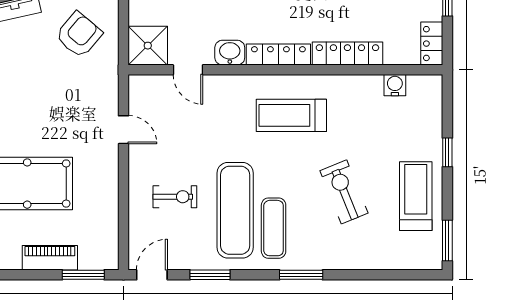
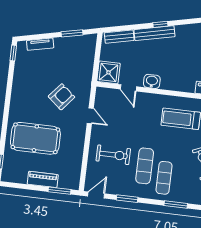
armchair: (79, 35) -> (61, 97), moved
locker: (278, 55) -> (178, 86), removed
exercise bike: (175, 197) -> (113, 155), width x1.38, depth x1.39
exercise mat: (235, 210) -> (145, 166), width x0.73, depth x0.69

